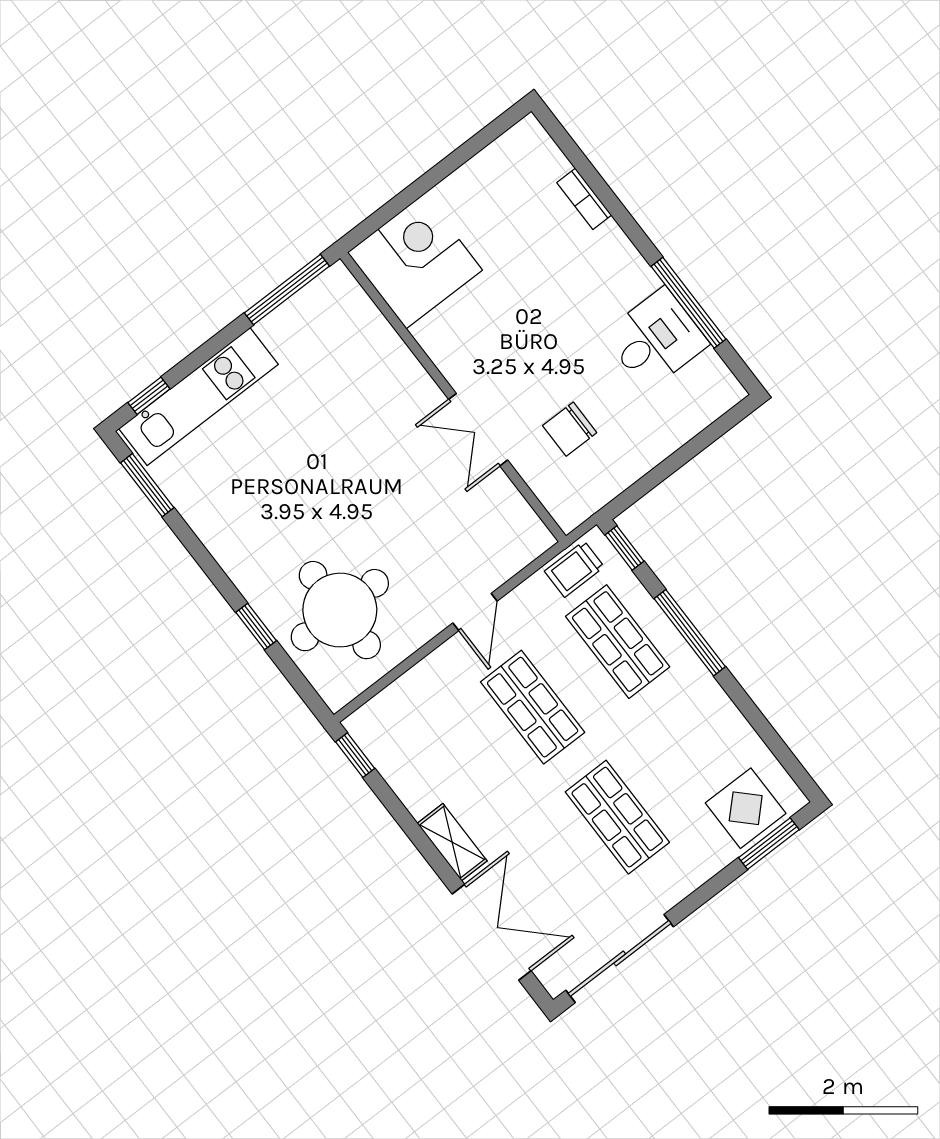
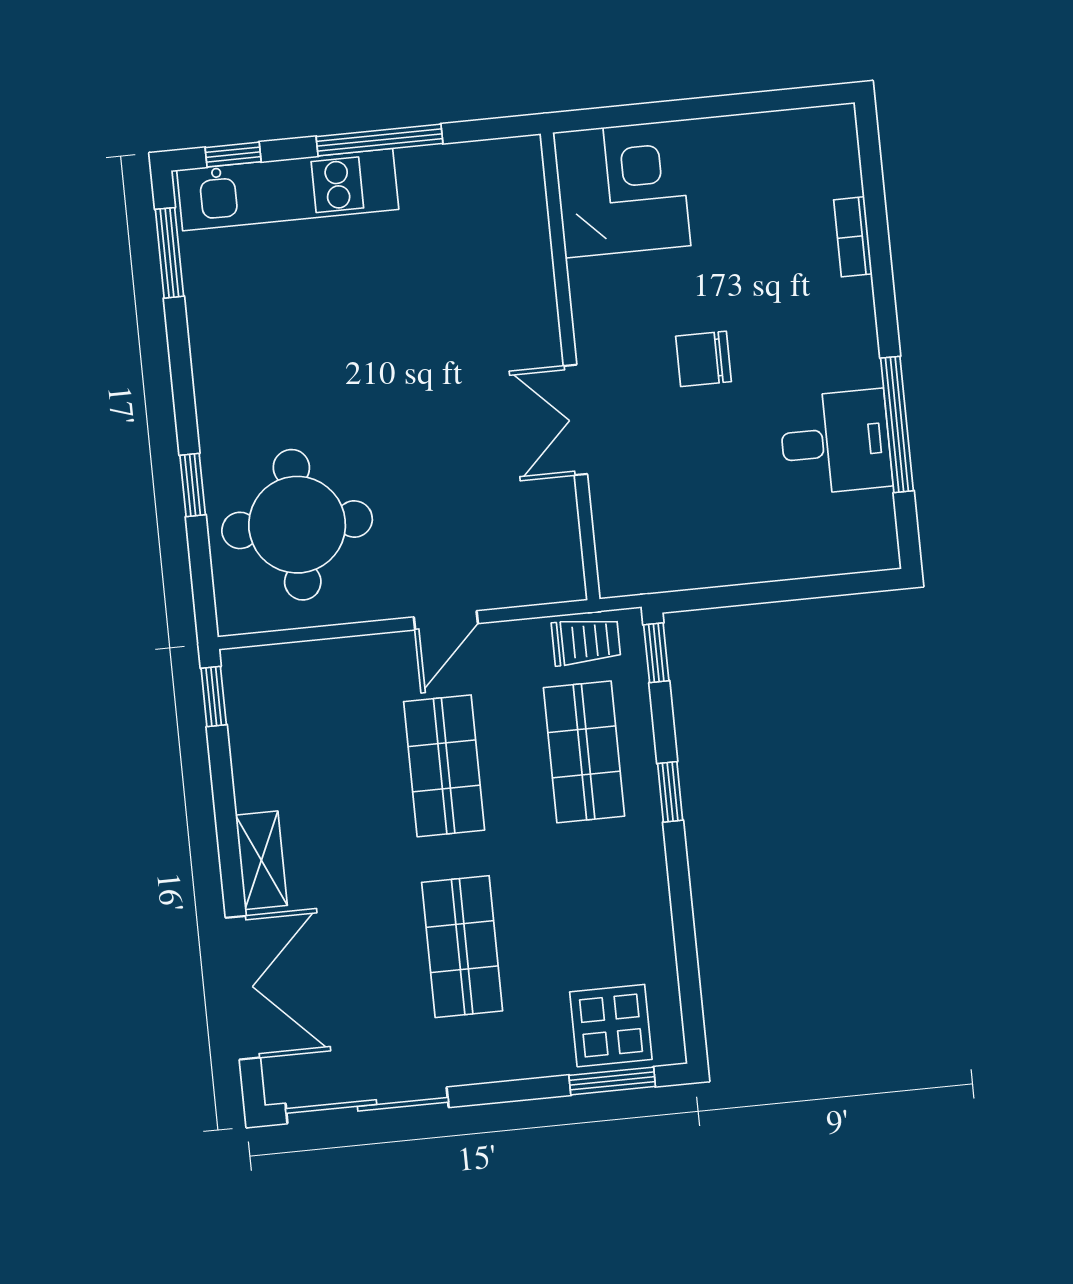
window: (287, 290) -> (380, 140), moved
chair: (570, 429) -> (704, 359), moved
trolley: (574, 569) -> (586, 641), turned 180
window: (690, 633) -> (670, 792), width x0.46

